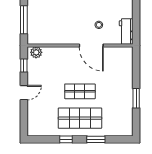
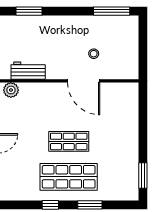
workbench: (126, 32) -> (28, 71), moved, turned 90
window: (136, 98) -> (143, 175), moved

